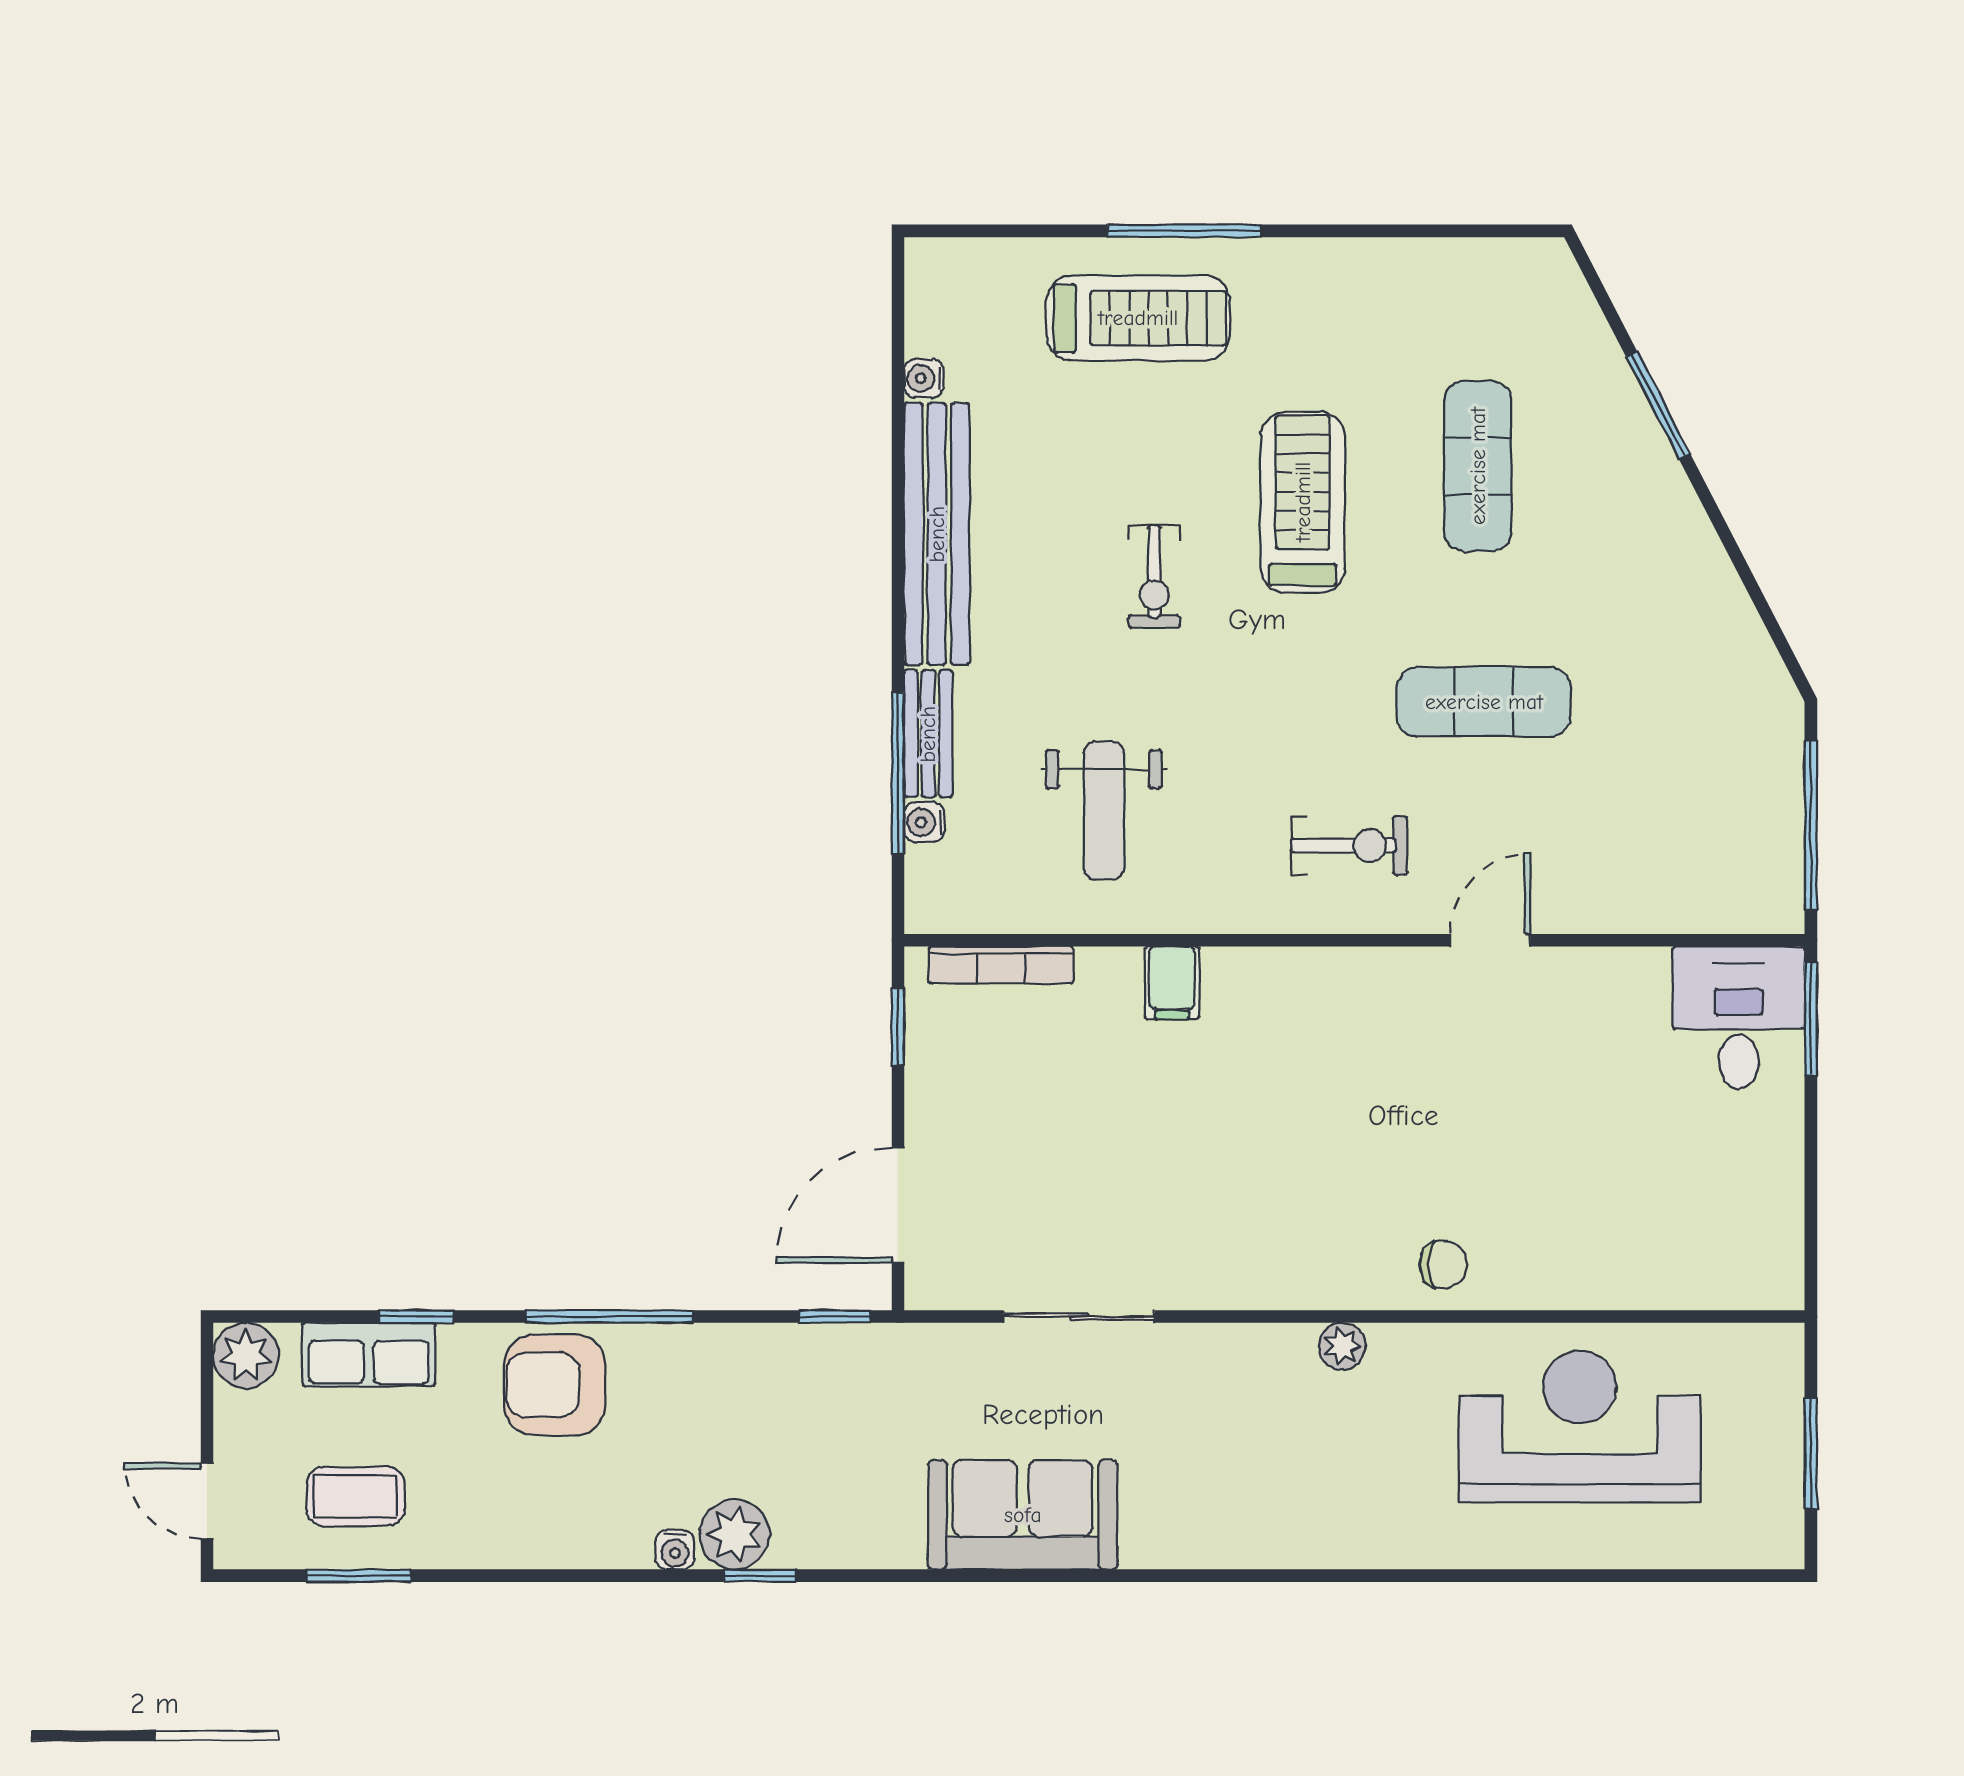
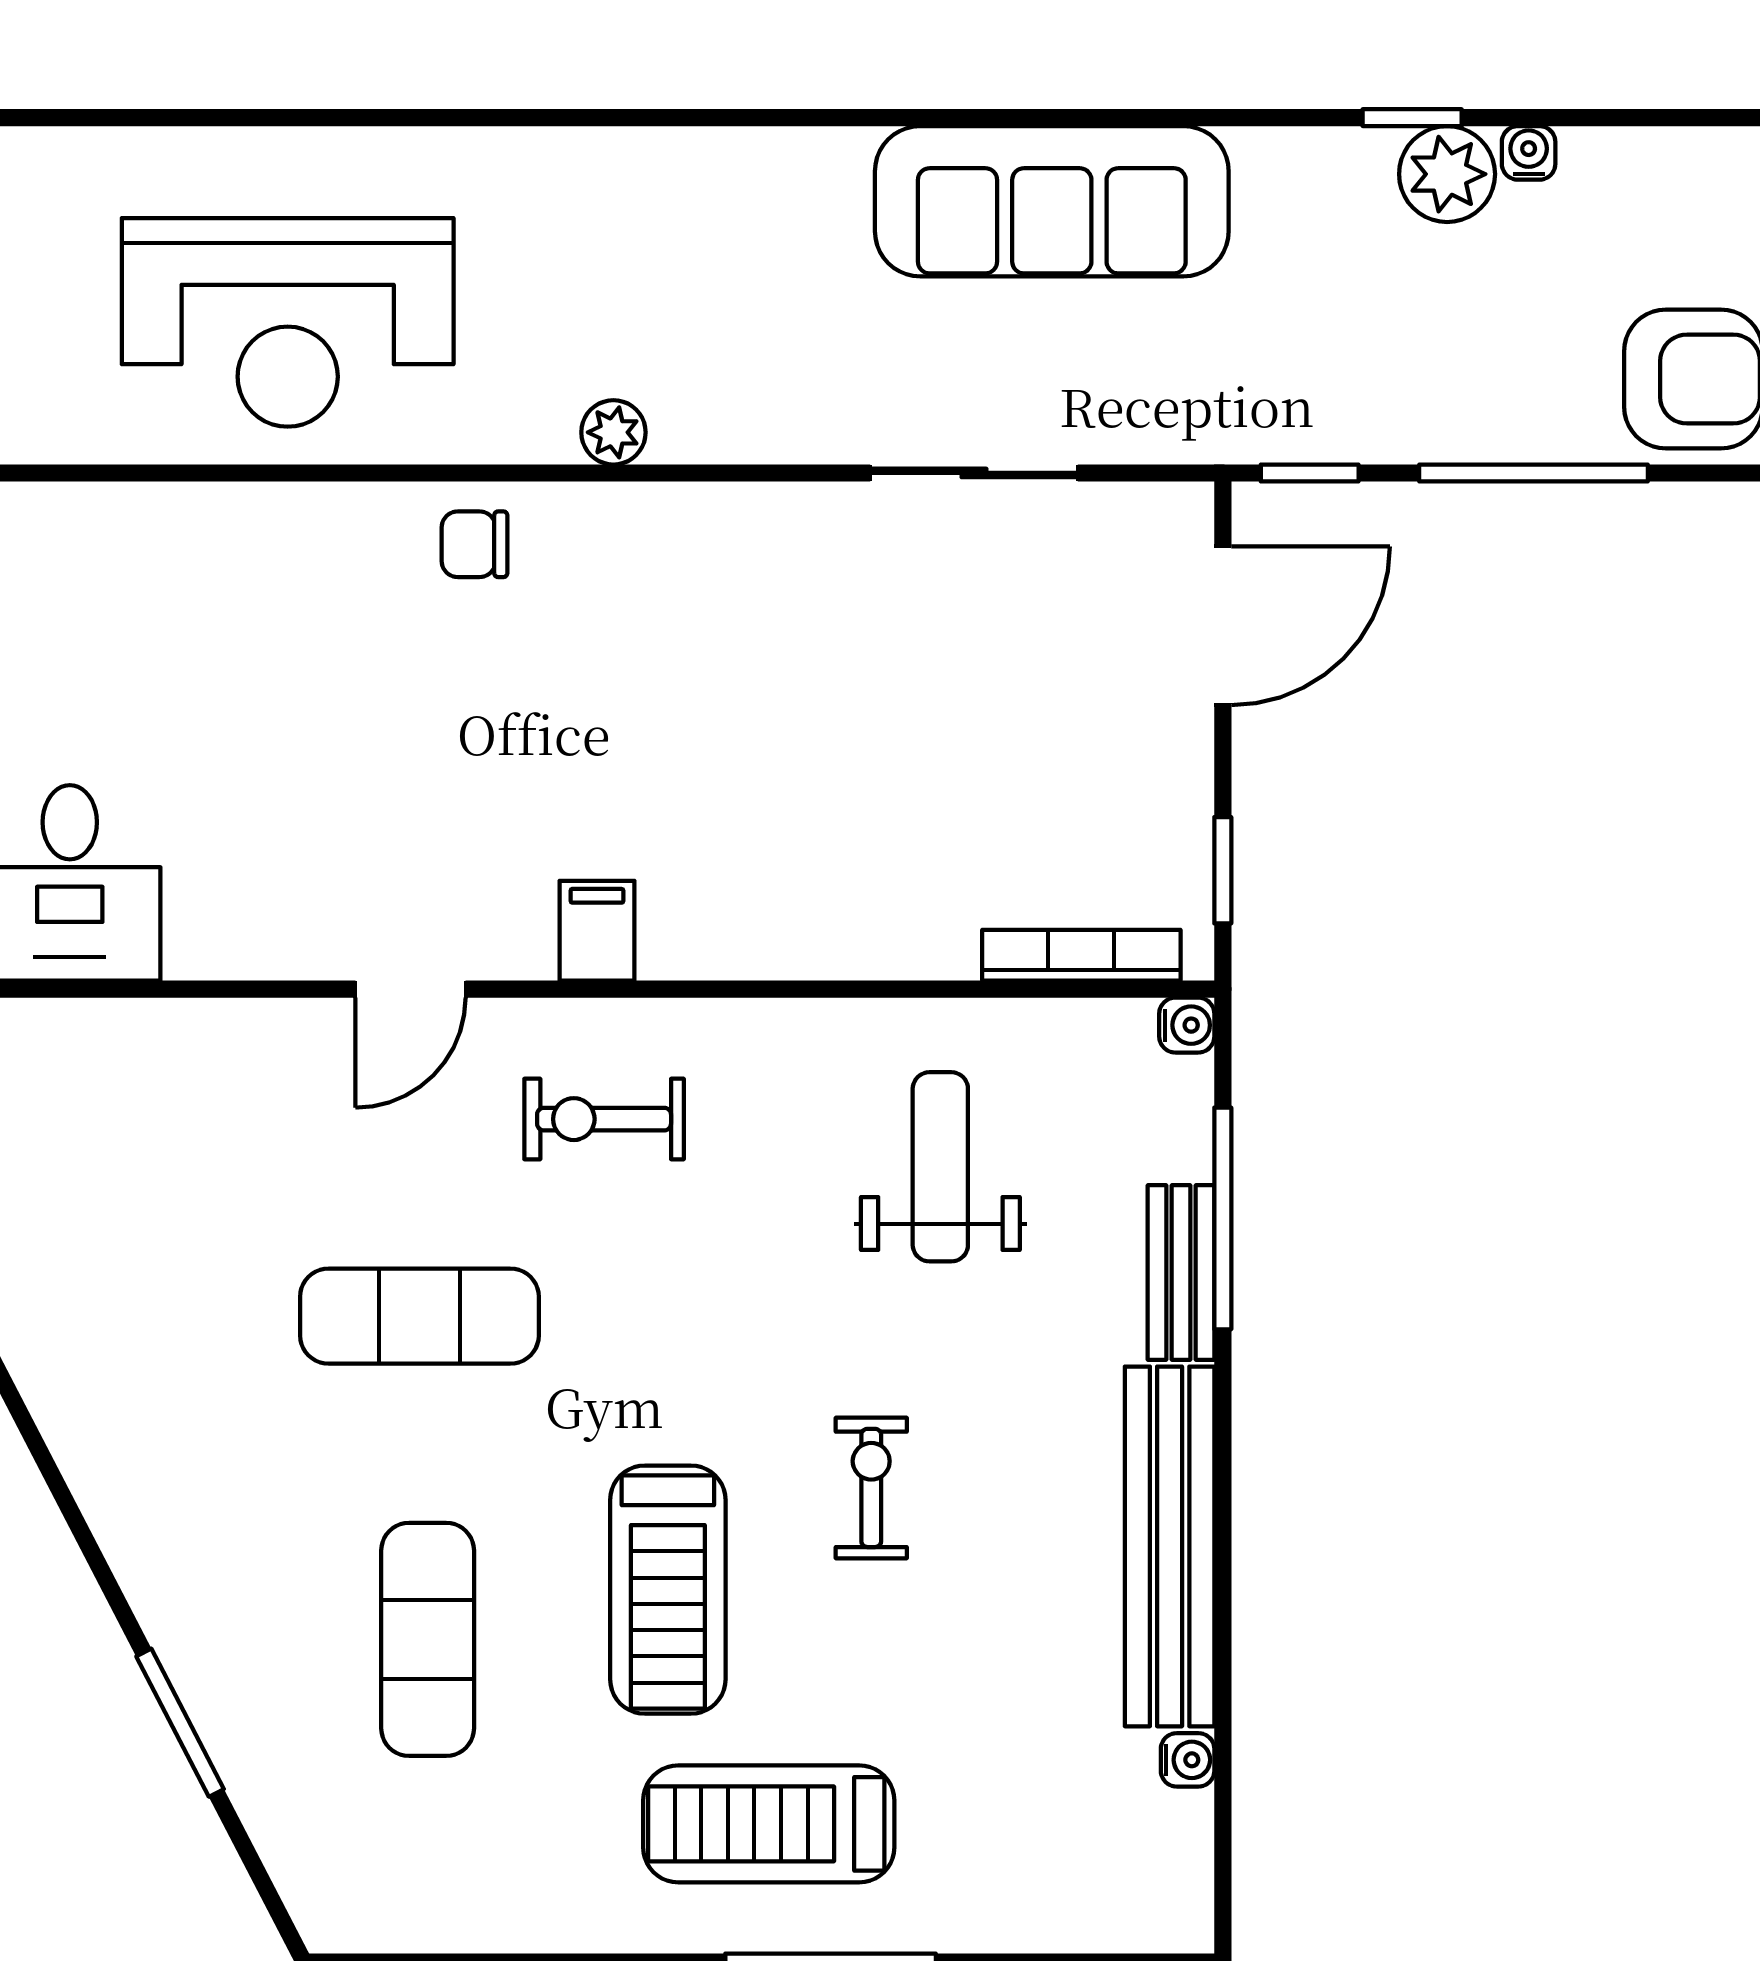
treadmill: (1138, 318) -> (769, 1824), moved
water cooler: (924, 822) -> (1187, 1025), moved
filing cabinet: (1172, 983) -> (597, 931), moved
window: (609, 1317) -> (1533, 473), moved
sofa: (1023, 1515) -> (1052, 201), width x1.36

